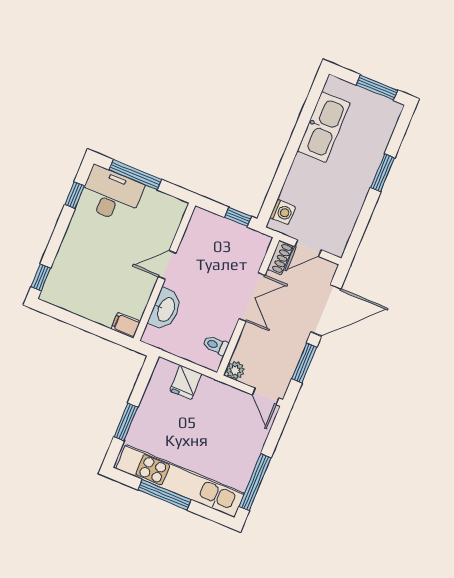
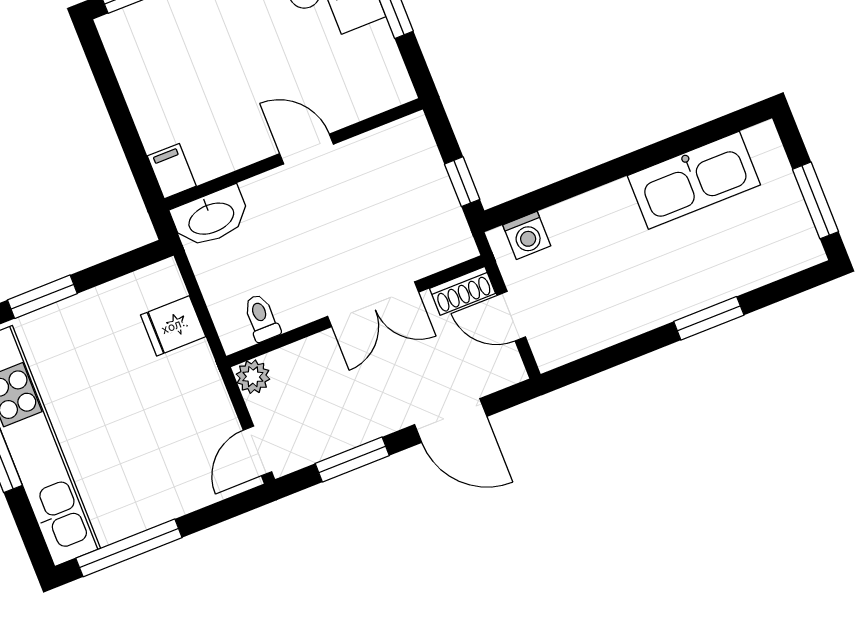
washbasin: (165, 309) -> (211, 217), moved
door: (326, 310) -> (451, 420), width x0.73

